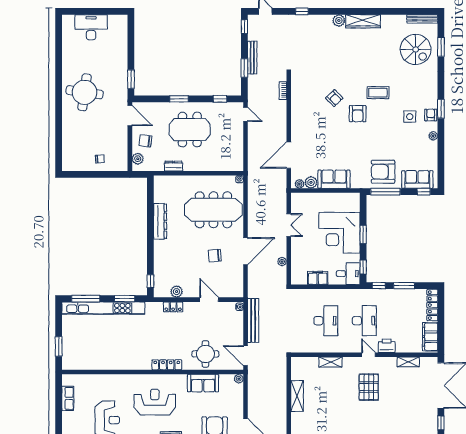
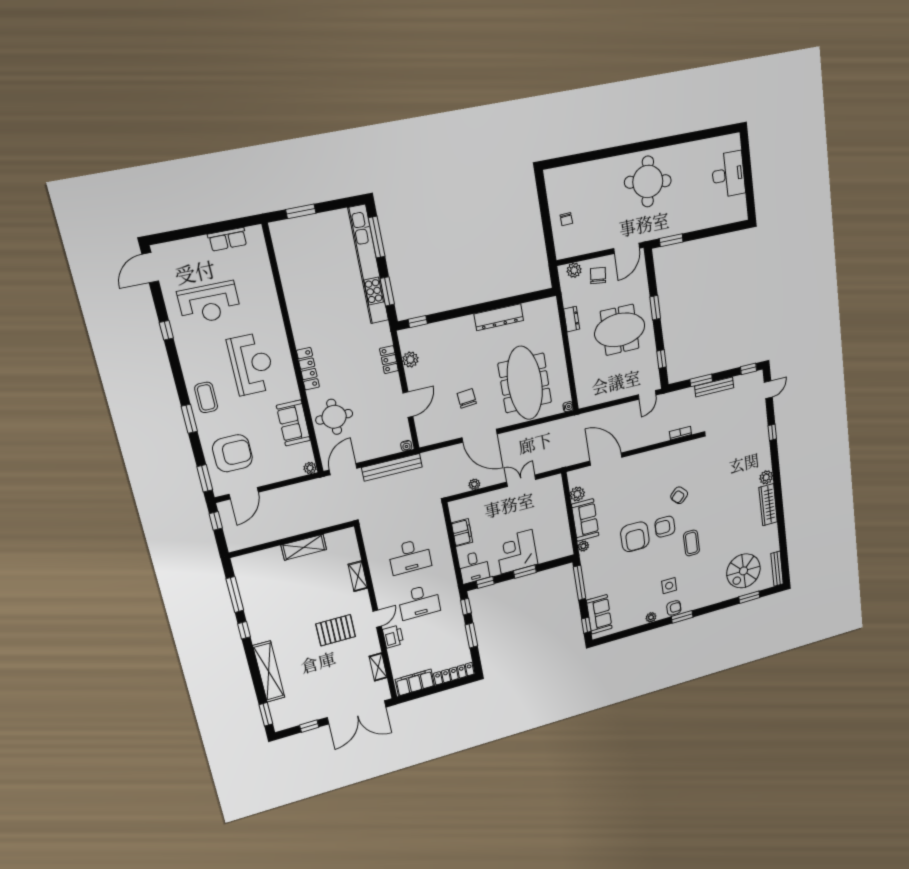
meeting table: (190, 130) -> (620, 330), turned 90
armchair: (383, 172) -> (635, 537), moved, turned 180
plant: (300, 184) -> (583, 546), moved
double door: (289, 225) -> (521, 481), swing flipped
corner desk: (339, 233) -> (517, 552), width x0.74, depth x0.74

